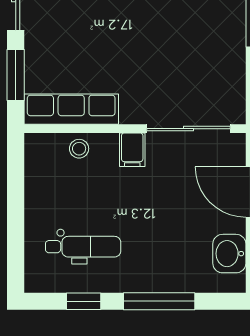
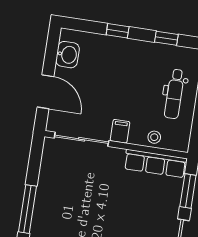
dental chair: (83, 247) -> (174, 94), moved, turned -90
window: (159, 301) -> (118, 31), width x0.46

